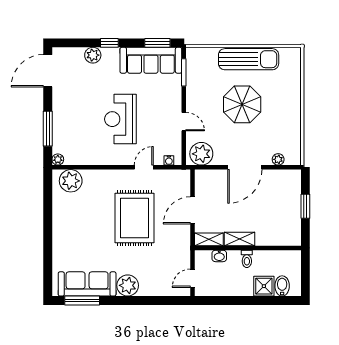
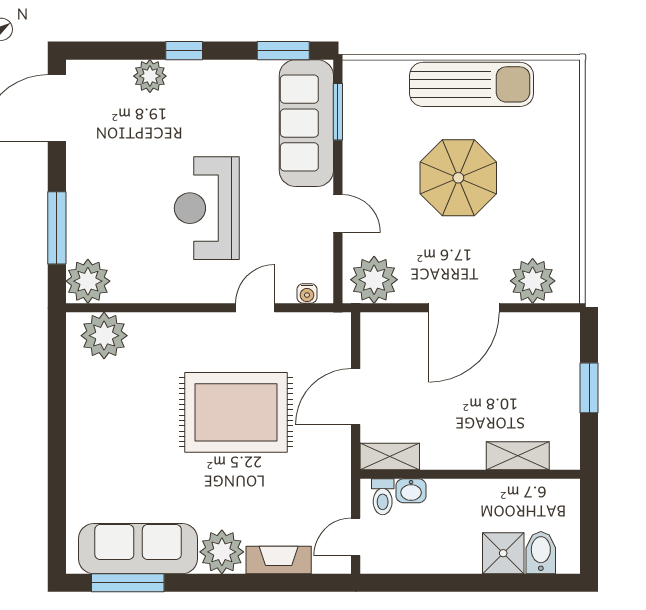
sofa: (151, 60) -> (306, 123), moved, turned 90
plant: (58, 159) -> (88, 281), width x1.88, depth x1.88
plant: (278, 159) -> (533, 281), width x1.87, depth x1.87
rug: (135, 218) -> (236, 412), turned 90
shelving: (240, 239) -> (518, 456), moved
toilet: (247, 259) -> (383, 497), moved
fireplace: (155, 289) -> (279, 560), added

